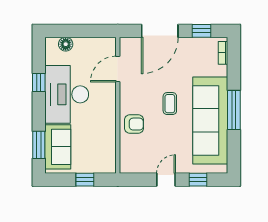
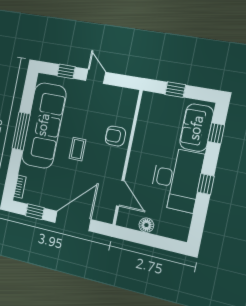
floor lamp: (66, 44) -> (146, 225), moved
door: (118, 69) -> (120, 193), hinge flipped
window: (39, 83) -> (206, 184), moved
window: (39, 145) -> (216, 133), width x0.67
door: (166, 180) -> (96, 76), swing flipped

